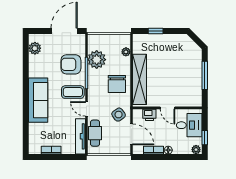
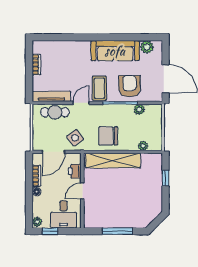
plant: (97, 60) -> (139, 109), width x0.53, depth x0.53
sofa: (38, 100) -> (115, 51), moved

